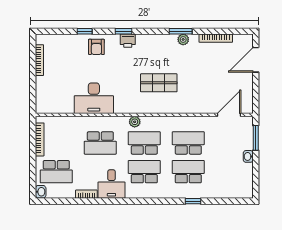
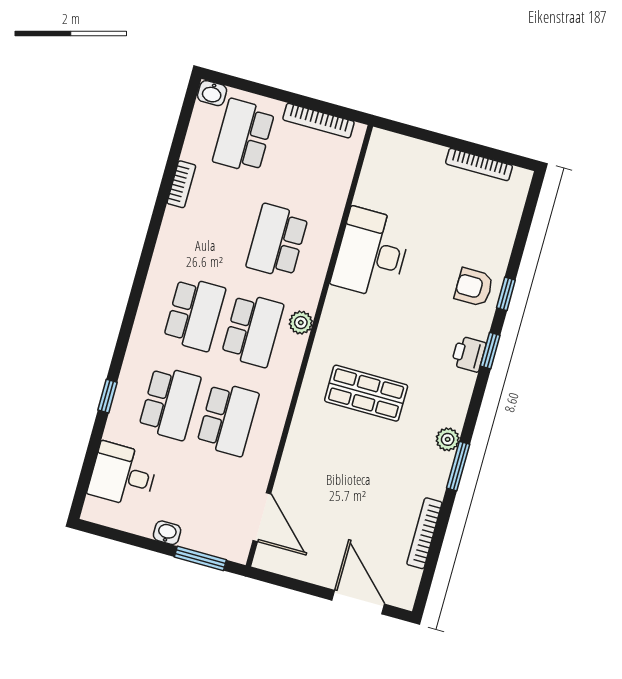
window: (85, 31) -> (506, 294), moved
plant: (183, 39) -> (448, 439), moved
shop shelf: (159, 83) -> (366, 393), turned 90
desk: (111, 184) -> (123, 475), moved

